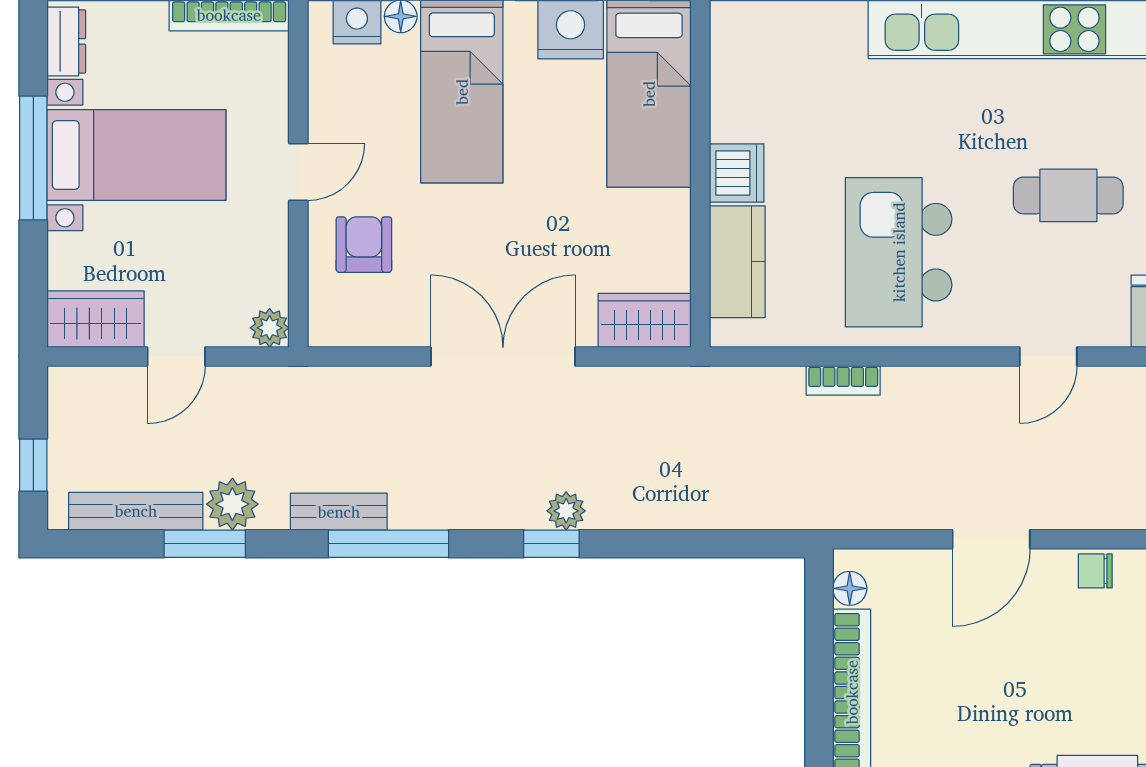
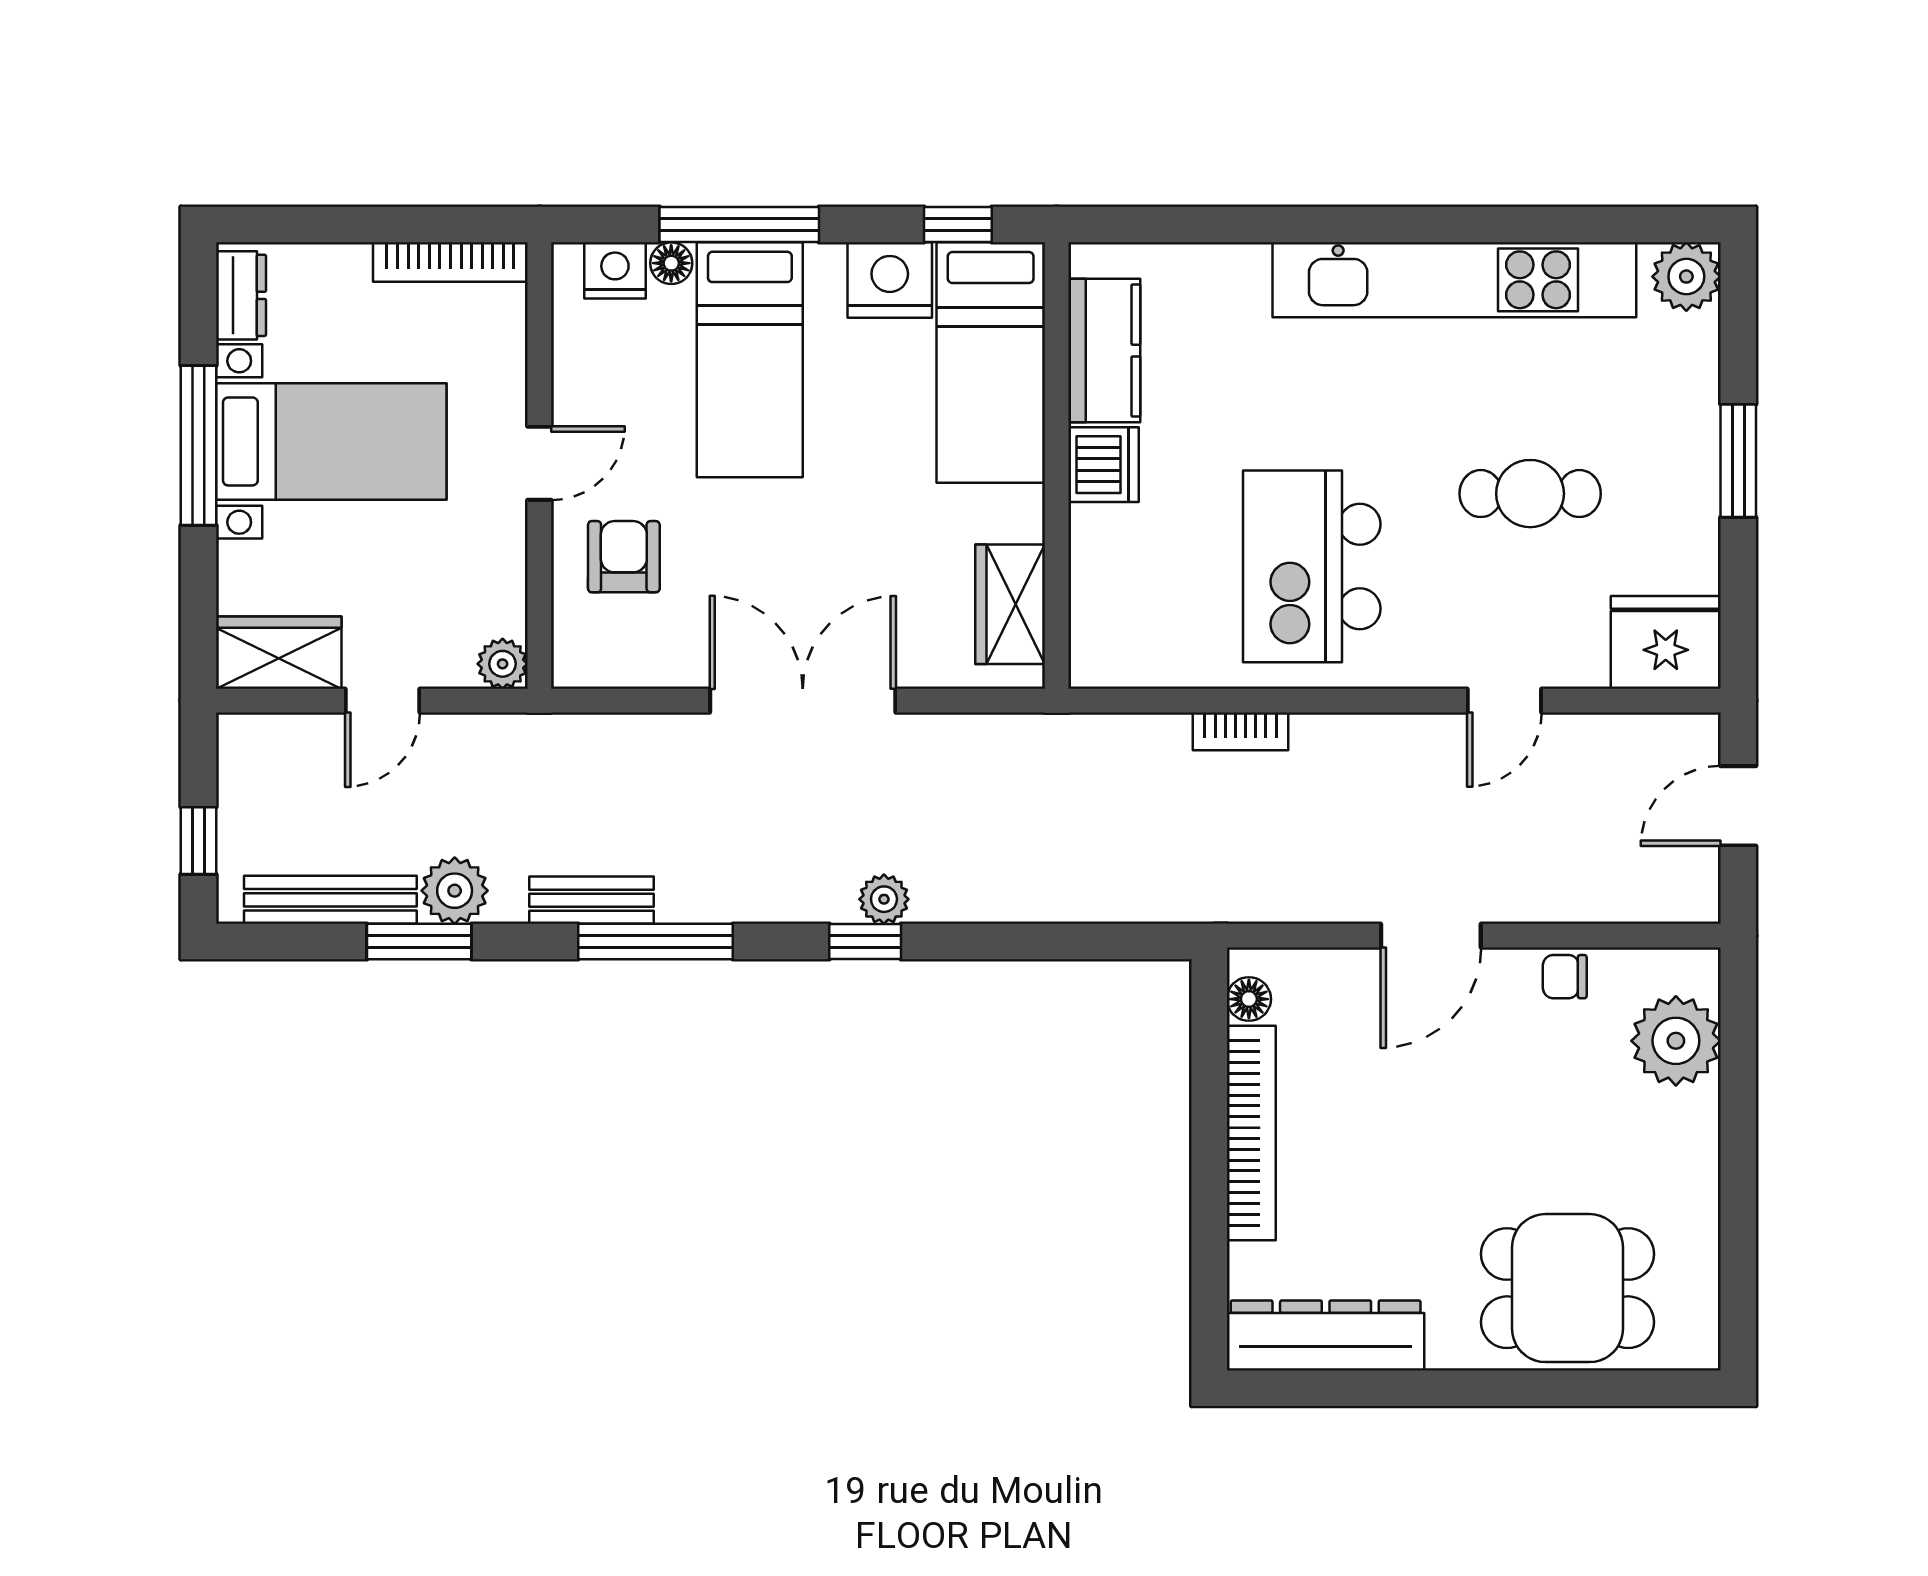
kitchen counter: (737, 262) -> (1104, 351), moved
wardrobe: (645, 320) -> (1010, 604), moved, turned -90

